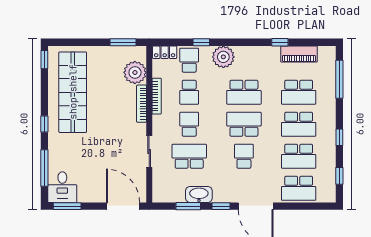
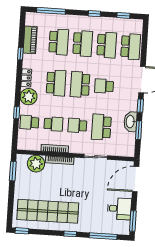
locker: (165, 52) -> (26, 78), moved
desk: (62, 187) -> (119, 209), moved

